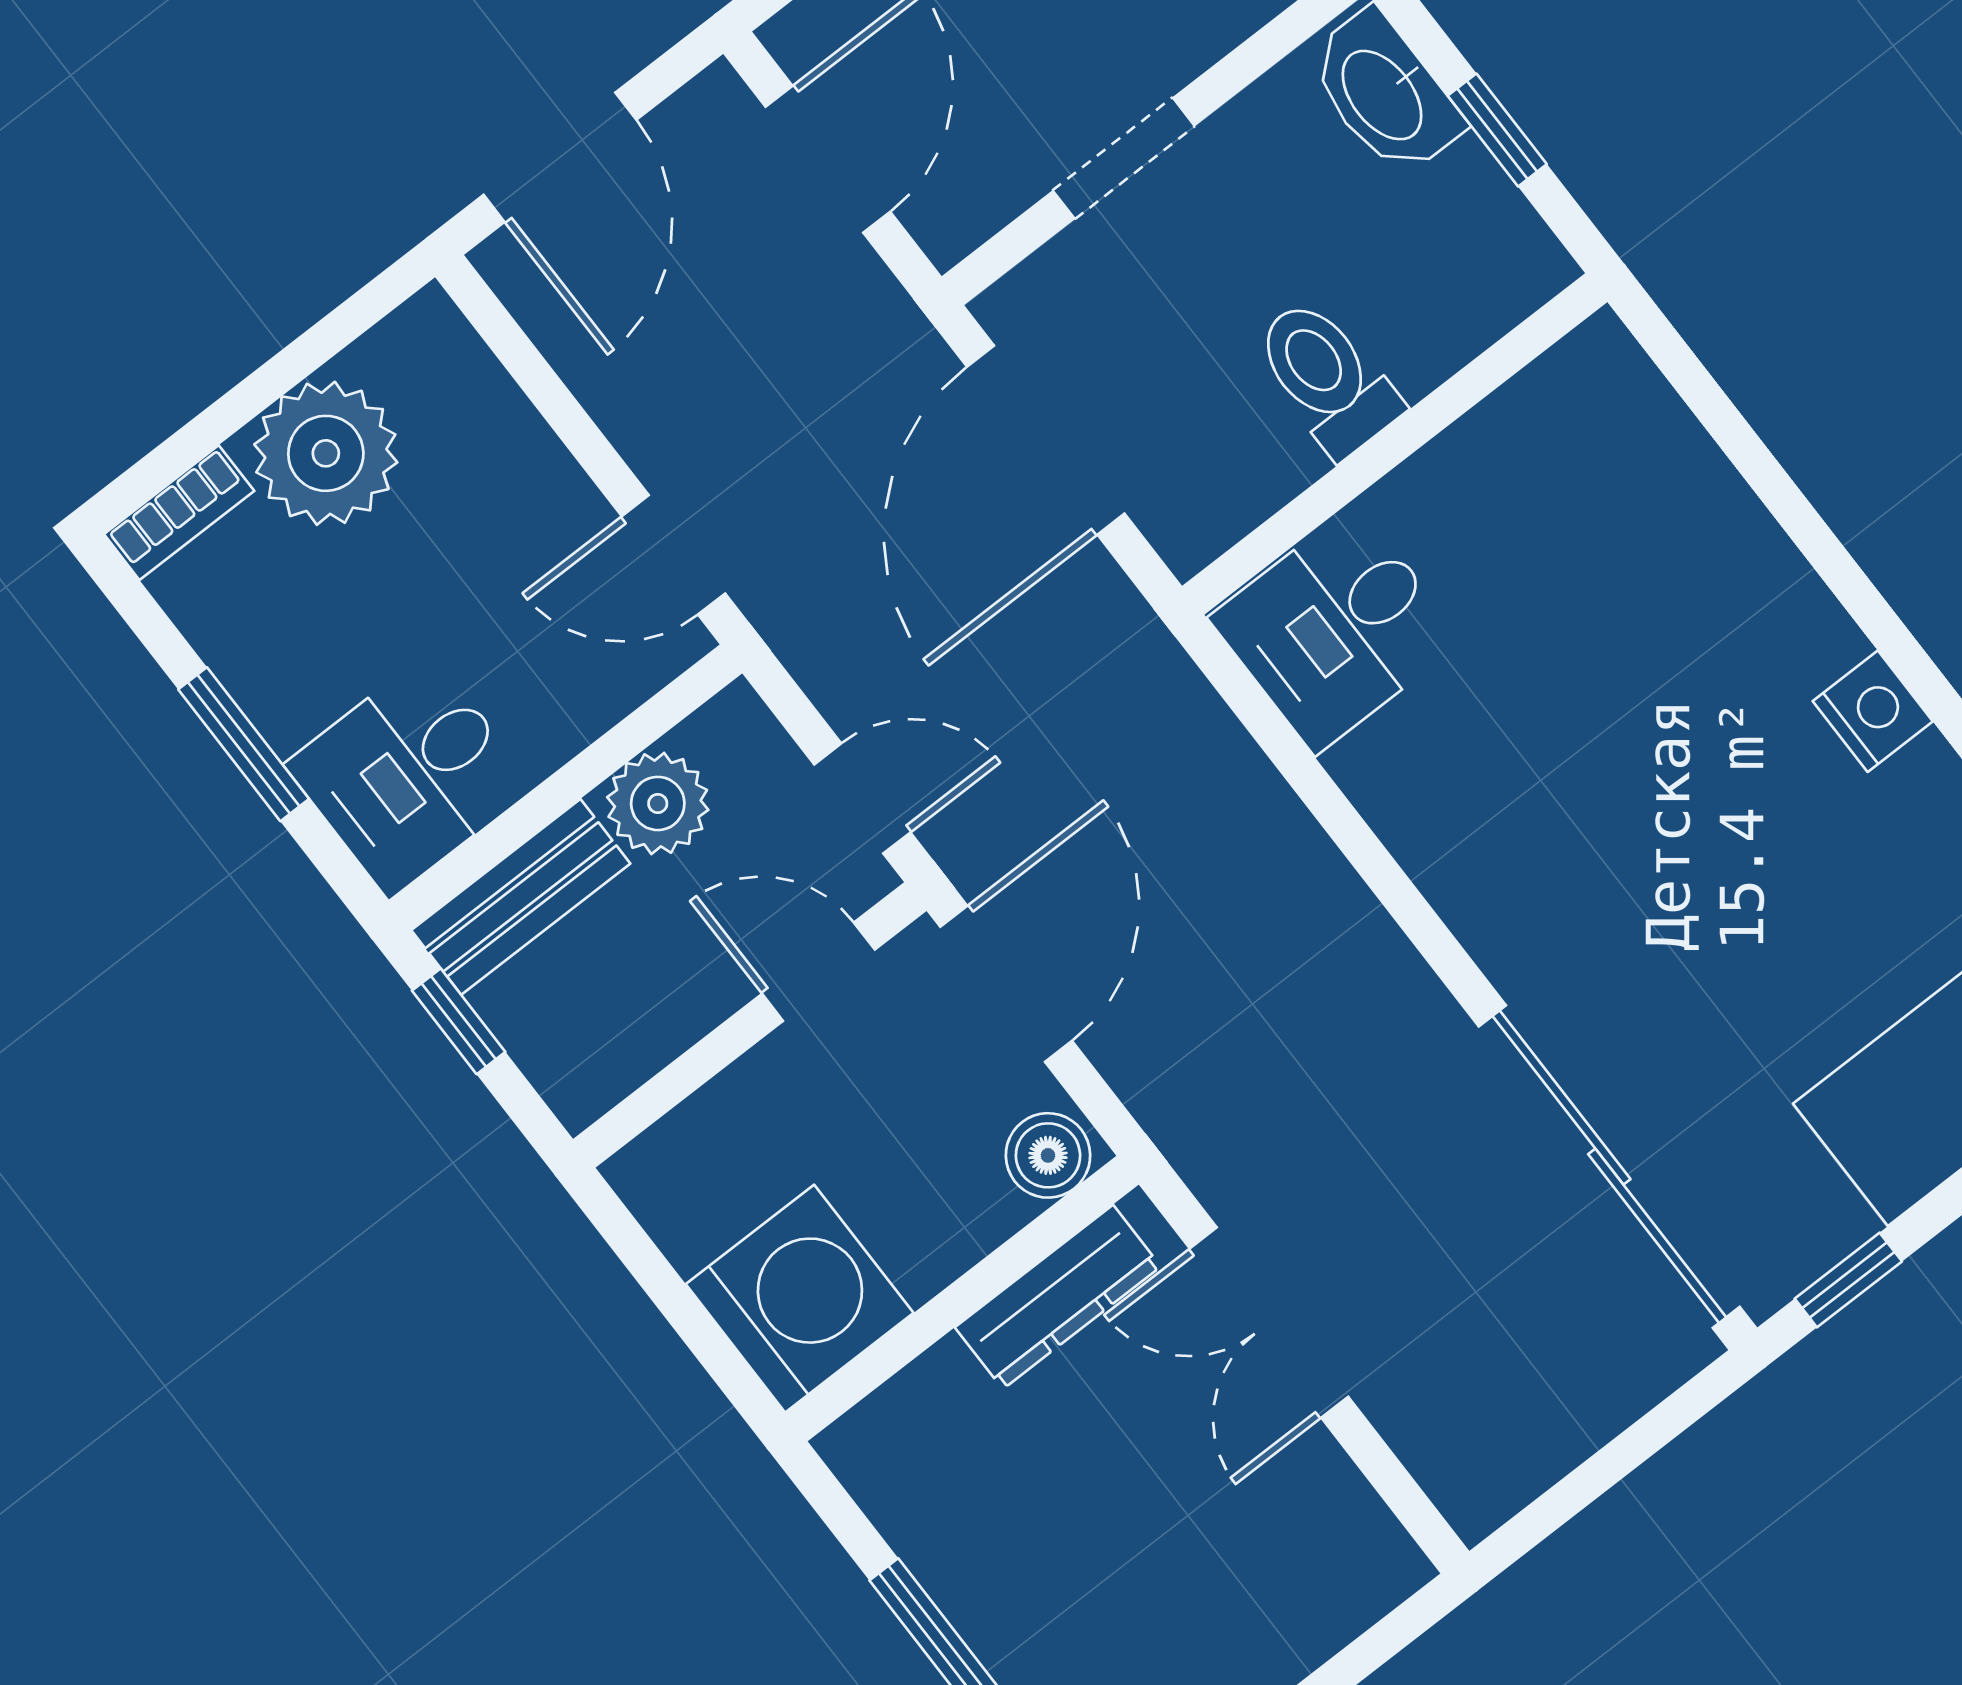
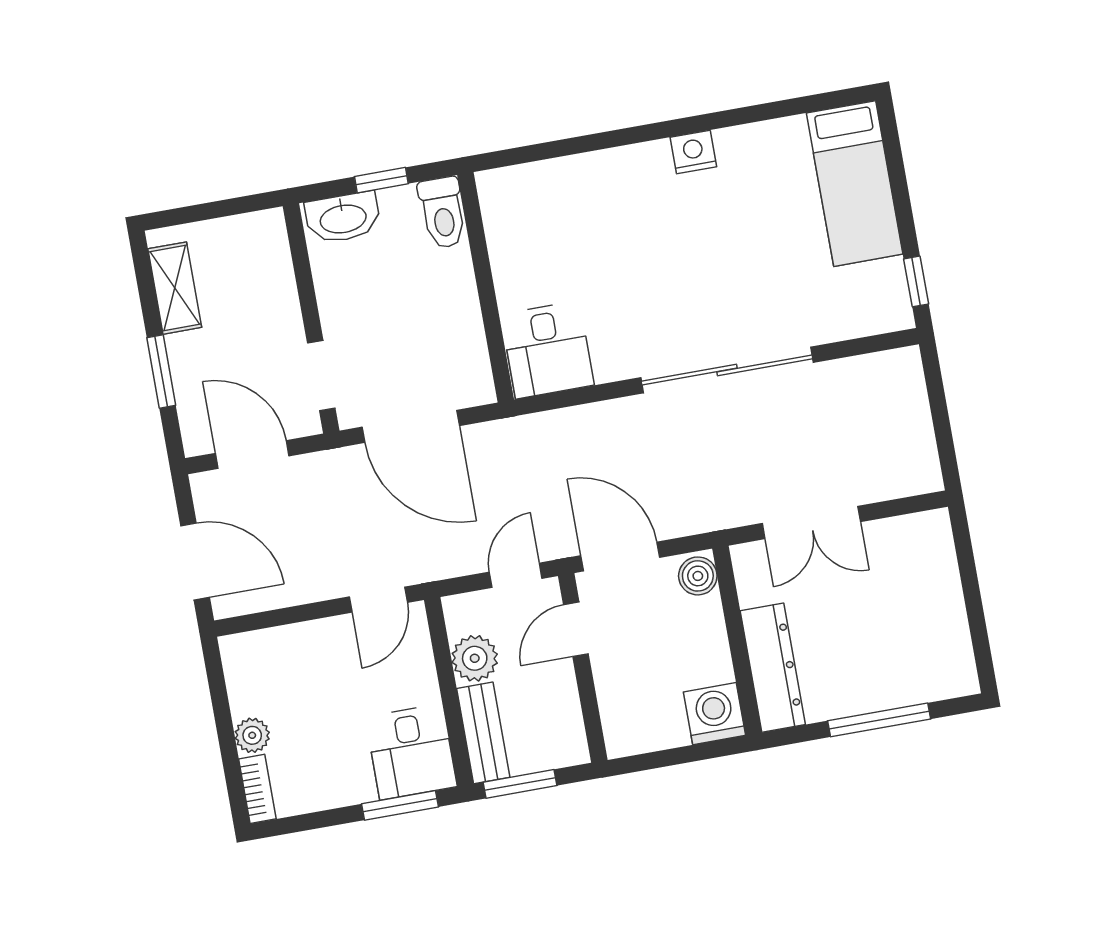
doorway: (1124, 158) -> (321, 376), moved
toilet: (1327, 377) -> (443, 213), moved, turned -90
plant: (326, 453) -> (252, 735), width x0.53, depth x0.53
window: (244, 744) -> (400, 805), moved
window: (459, 1021) -> (520, 784), width x1.50
sliding door: (1609, 1167) -> (727, 370), moved
dresser: (1058, 1297) -> (773, 668), moved, width x1.37, depth x1.24
washing machine: (800, 1299) -> (714, 714), width x0.73, depth x0.73

